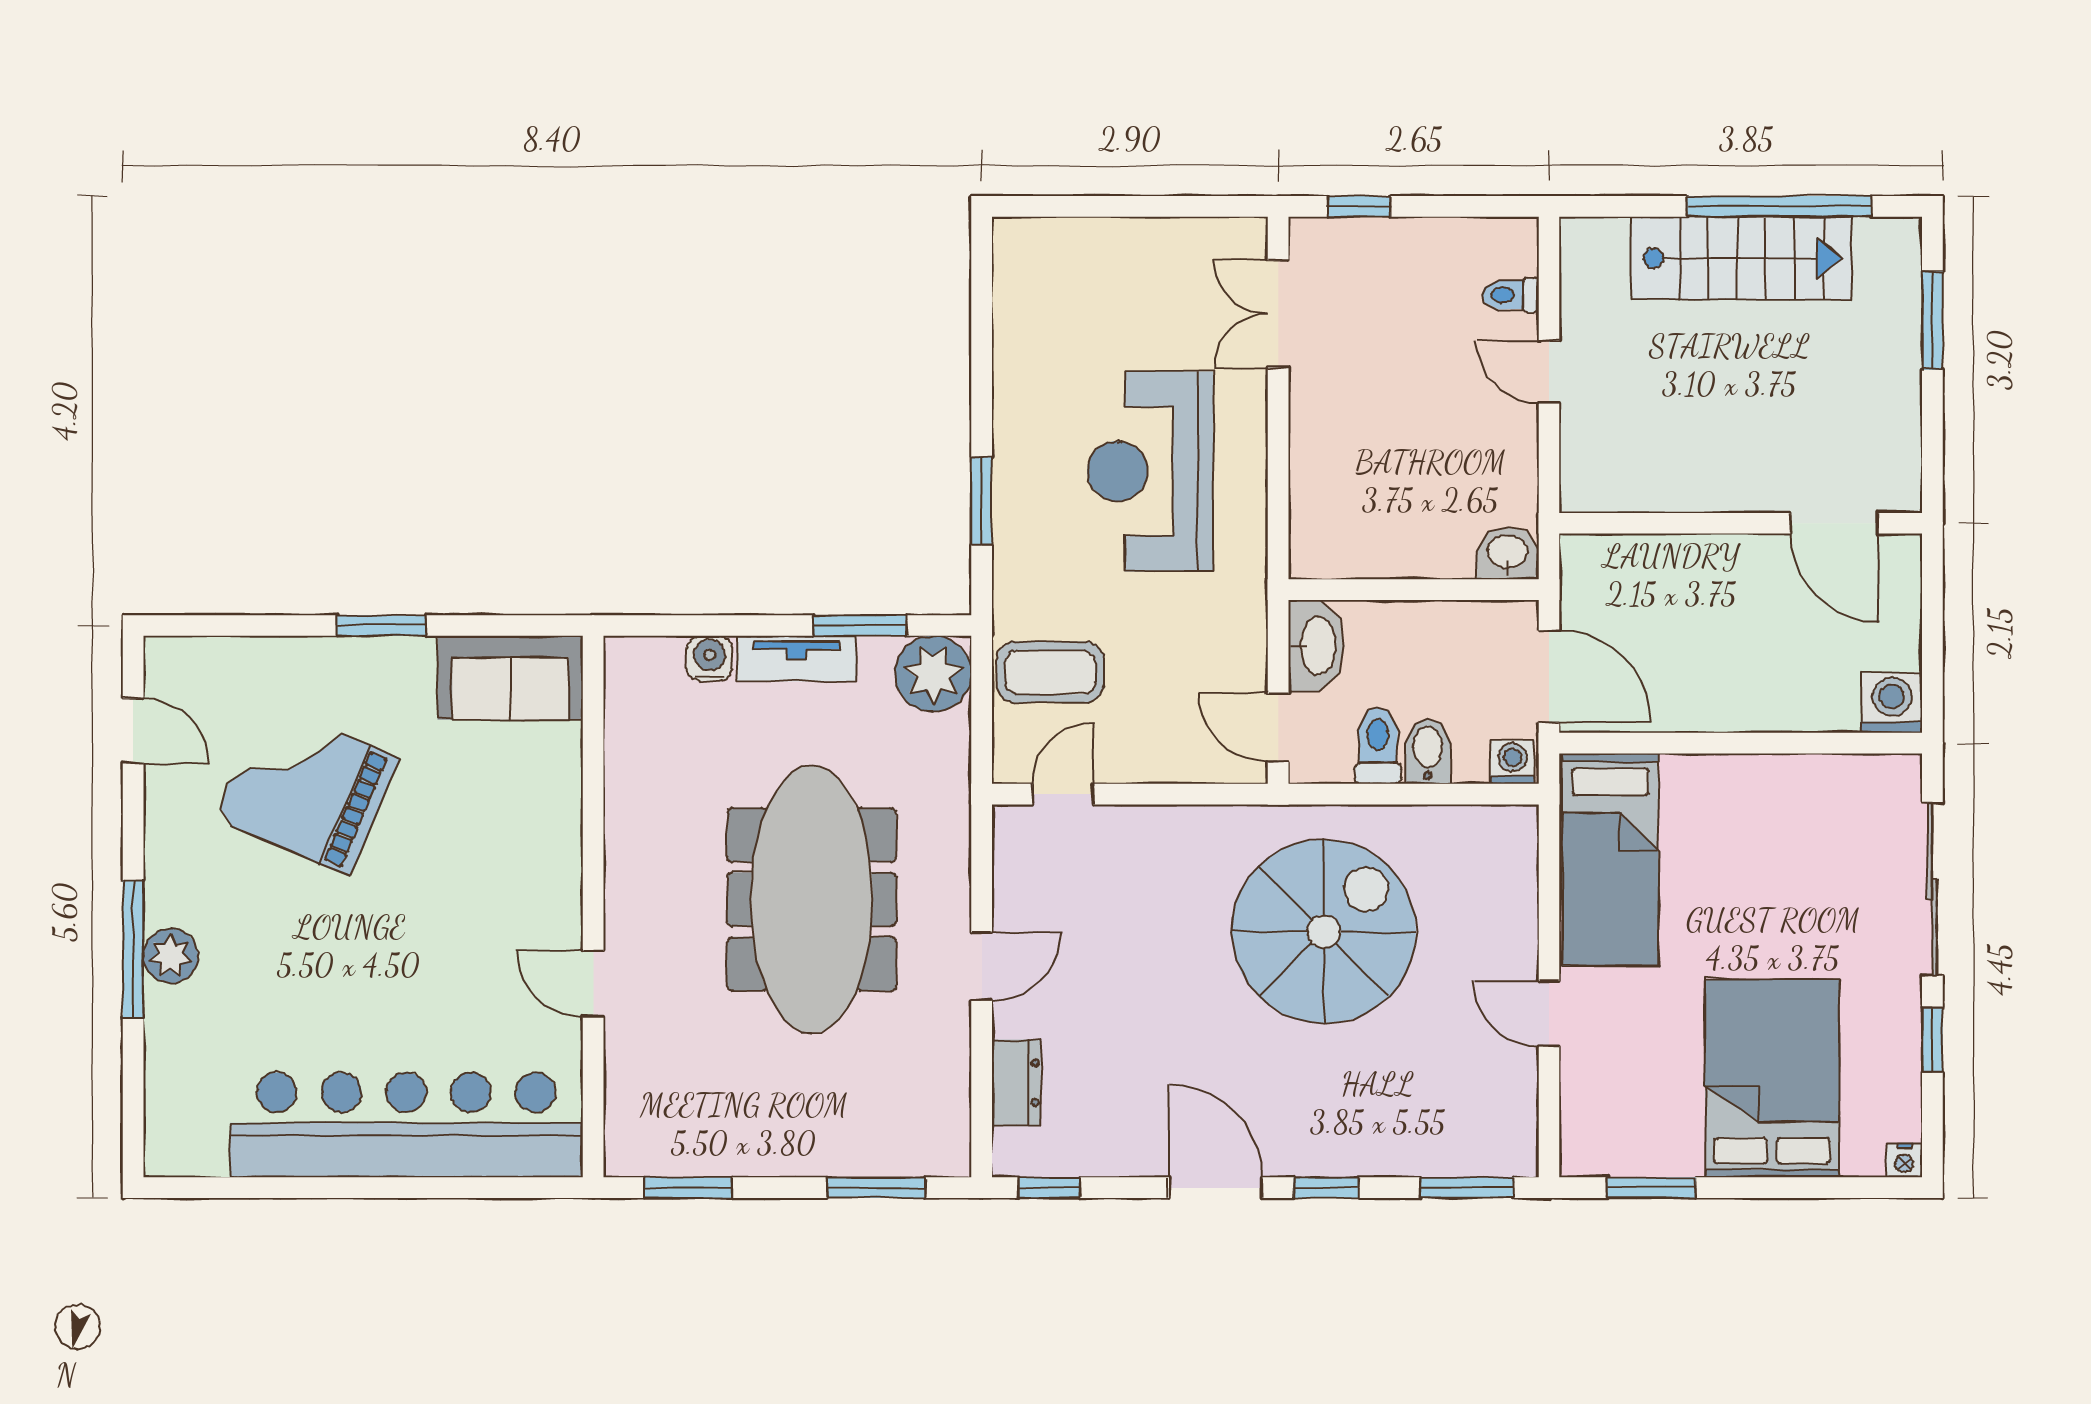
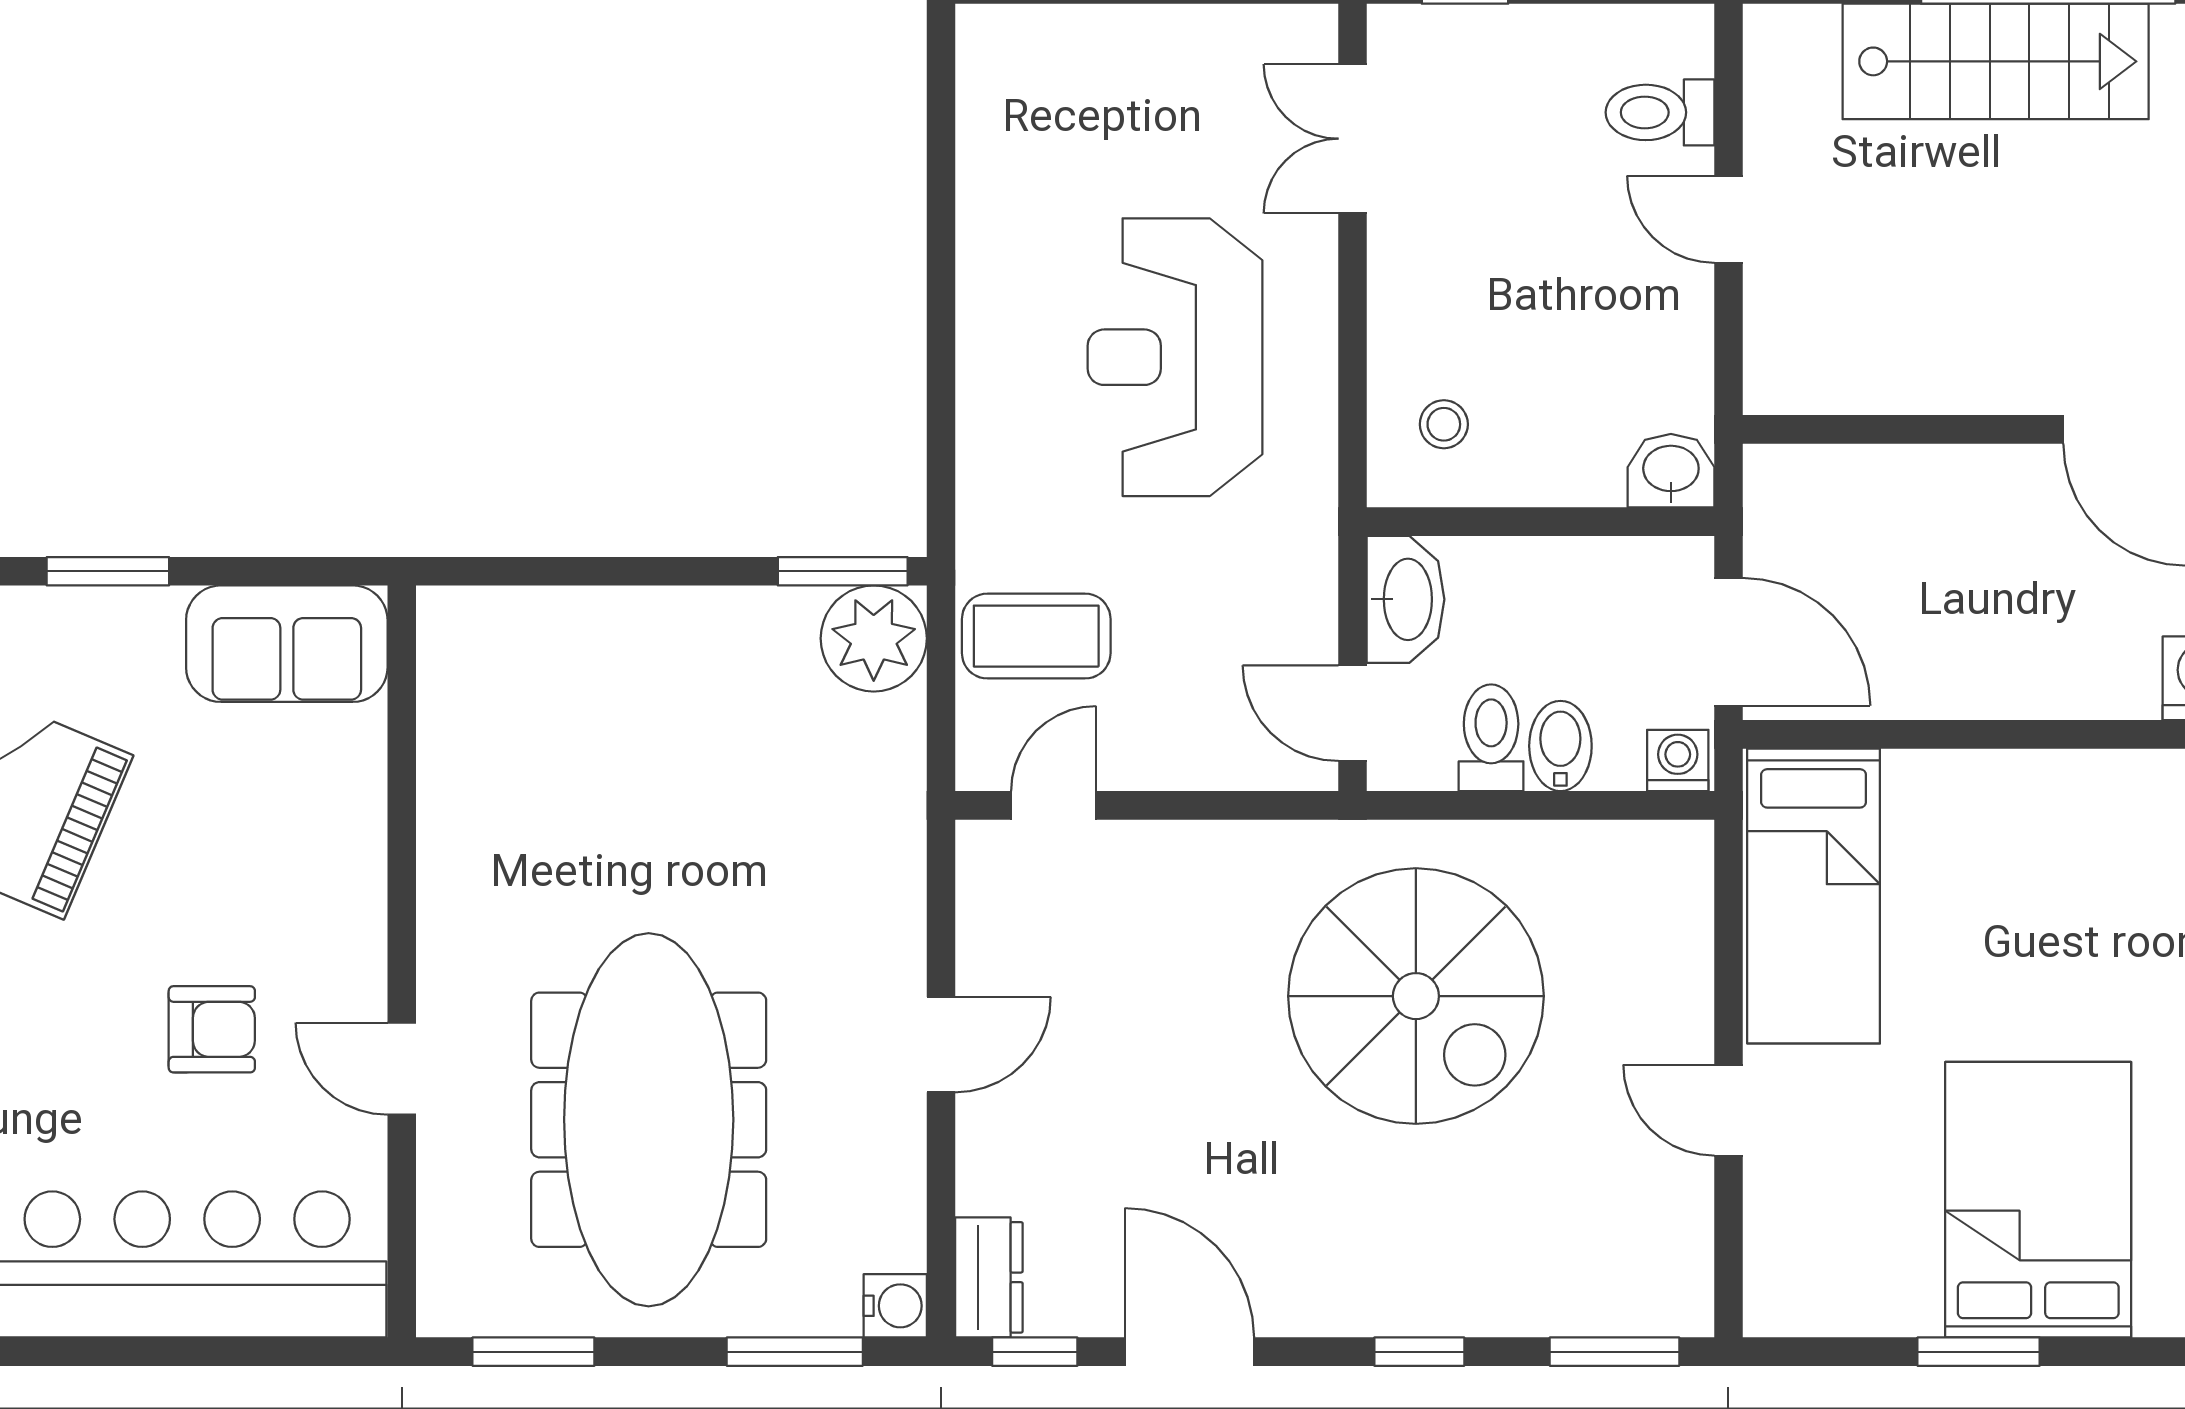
toilet: (1511, 295) -> (1660, 112), width x1.37, depth x1.39
window: (982, 501) -> (941, 398), removed
stool: (1344, 520) -> (1444, 424), added
window: (860, 625) -> (843, 571), moved
water cooler: (710, 658) -> (895, 1306), moved, turned 90
tv unit: (796, 659) -> (684, 617), removed
meeting table: (812, 899) -> (649, 1120), moved
spiral stairs: (1324, 932) -> (1416, 996), turned 90
armchair: (456, 956) -> (212, 1029), added
dresser: (1016, 1083) -> (989, 1277), moved
door: (1216, 1188) -> (1189, 1352), moved
window: (1652, 1188) -> (1979, 1352), moved

